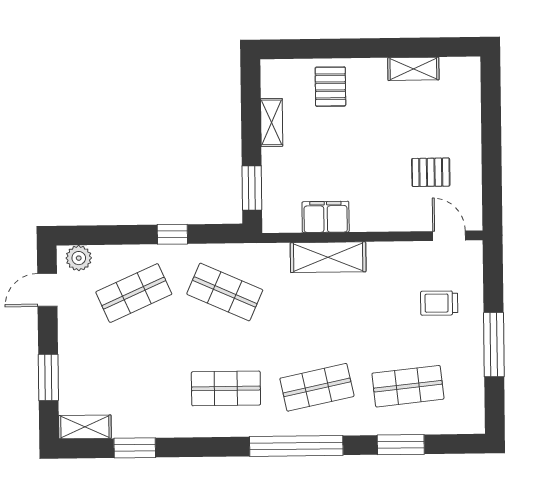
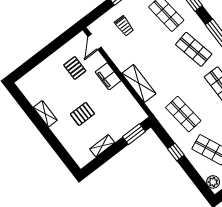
shelving: (413, 69) -> (45, 114), moved
pallet: (330, 87) -> (82, 114), moved
filing cabinet: (326, 217) -> (108, 76), moved
shop shelf: (225, 292) -> (183, 114), turned -30

